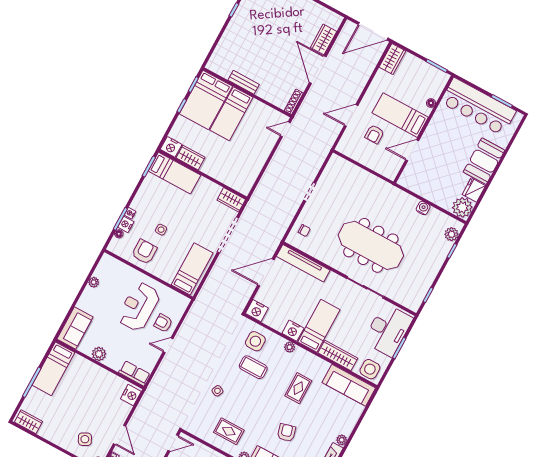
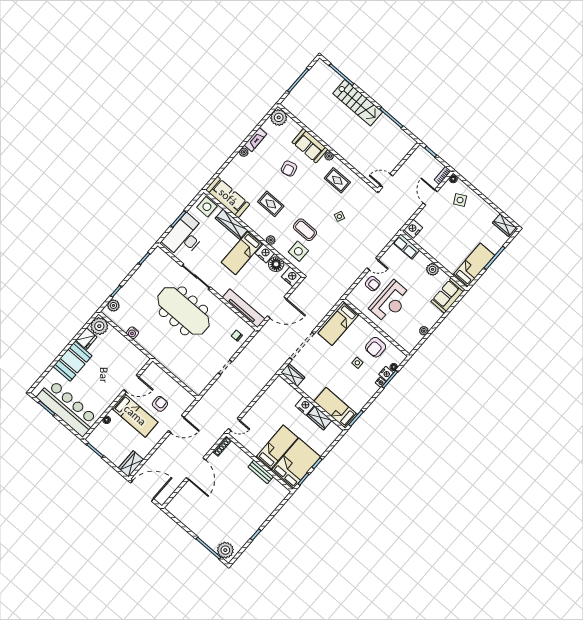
wardrobe: (324, 39) -> (185, 493), removed
nightstand: (171, 147) -> (305, 406), moved
floor lamp: (277, 321) -> (276, 264), added
rug: (298, 388) -> (271, 204), turned 90

